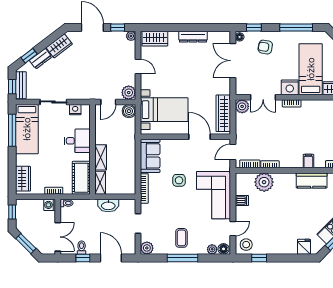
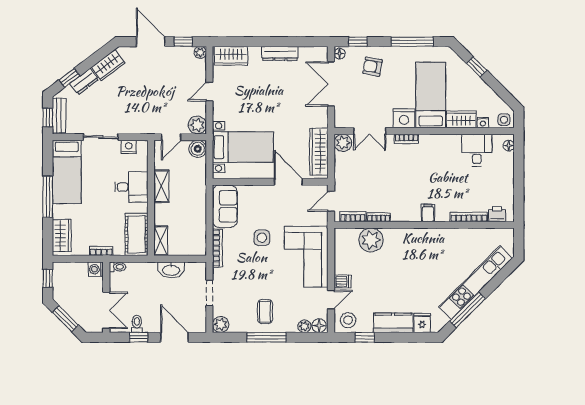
door: (138, 66) -> (209, 92), swing flipped
window: (12, 130) -> (48, 197), moved
shelving: (101, 157) -> (161, 186), moved
kitchen counter: (312, 180) -> (393, 323), moved, turned 180
dishwasher: (242, 201) -> (343, 281), moved

